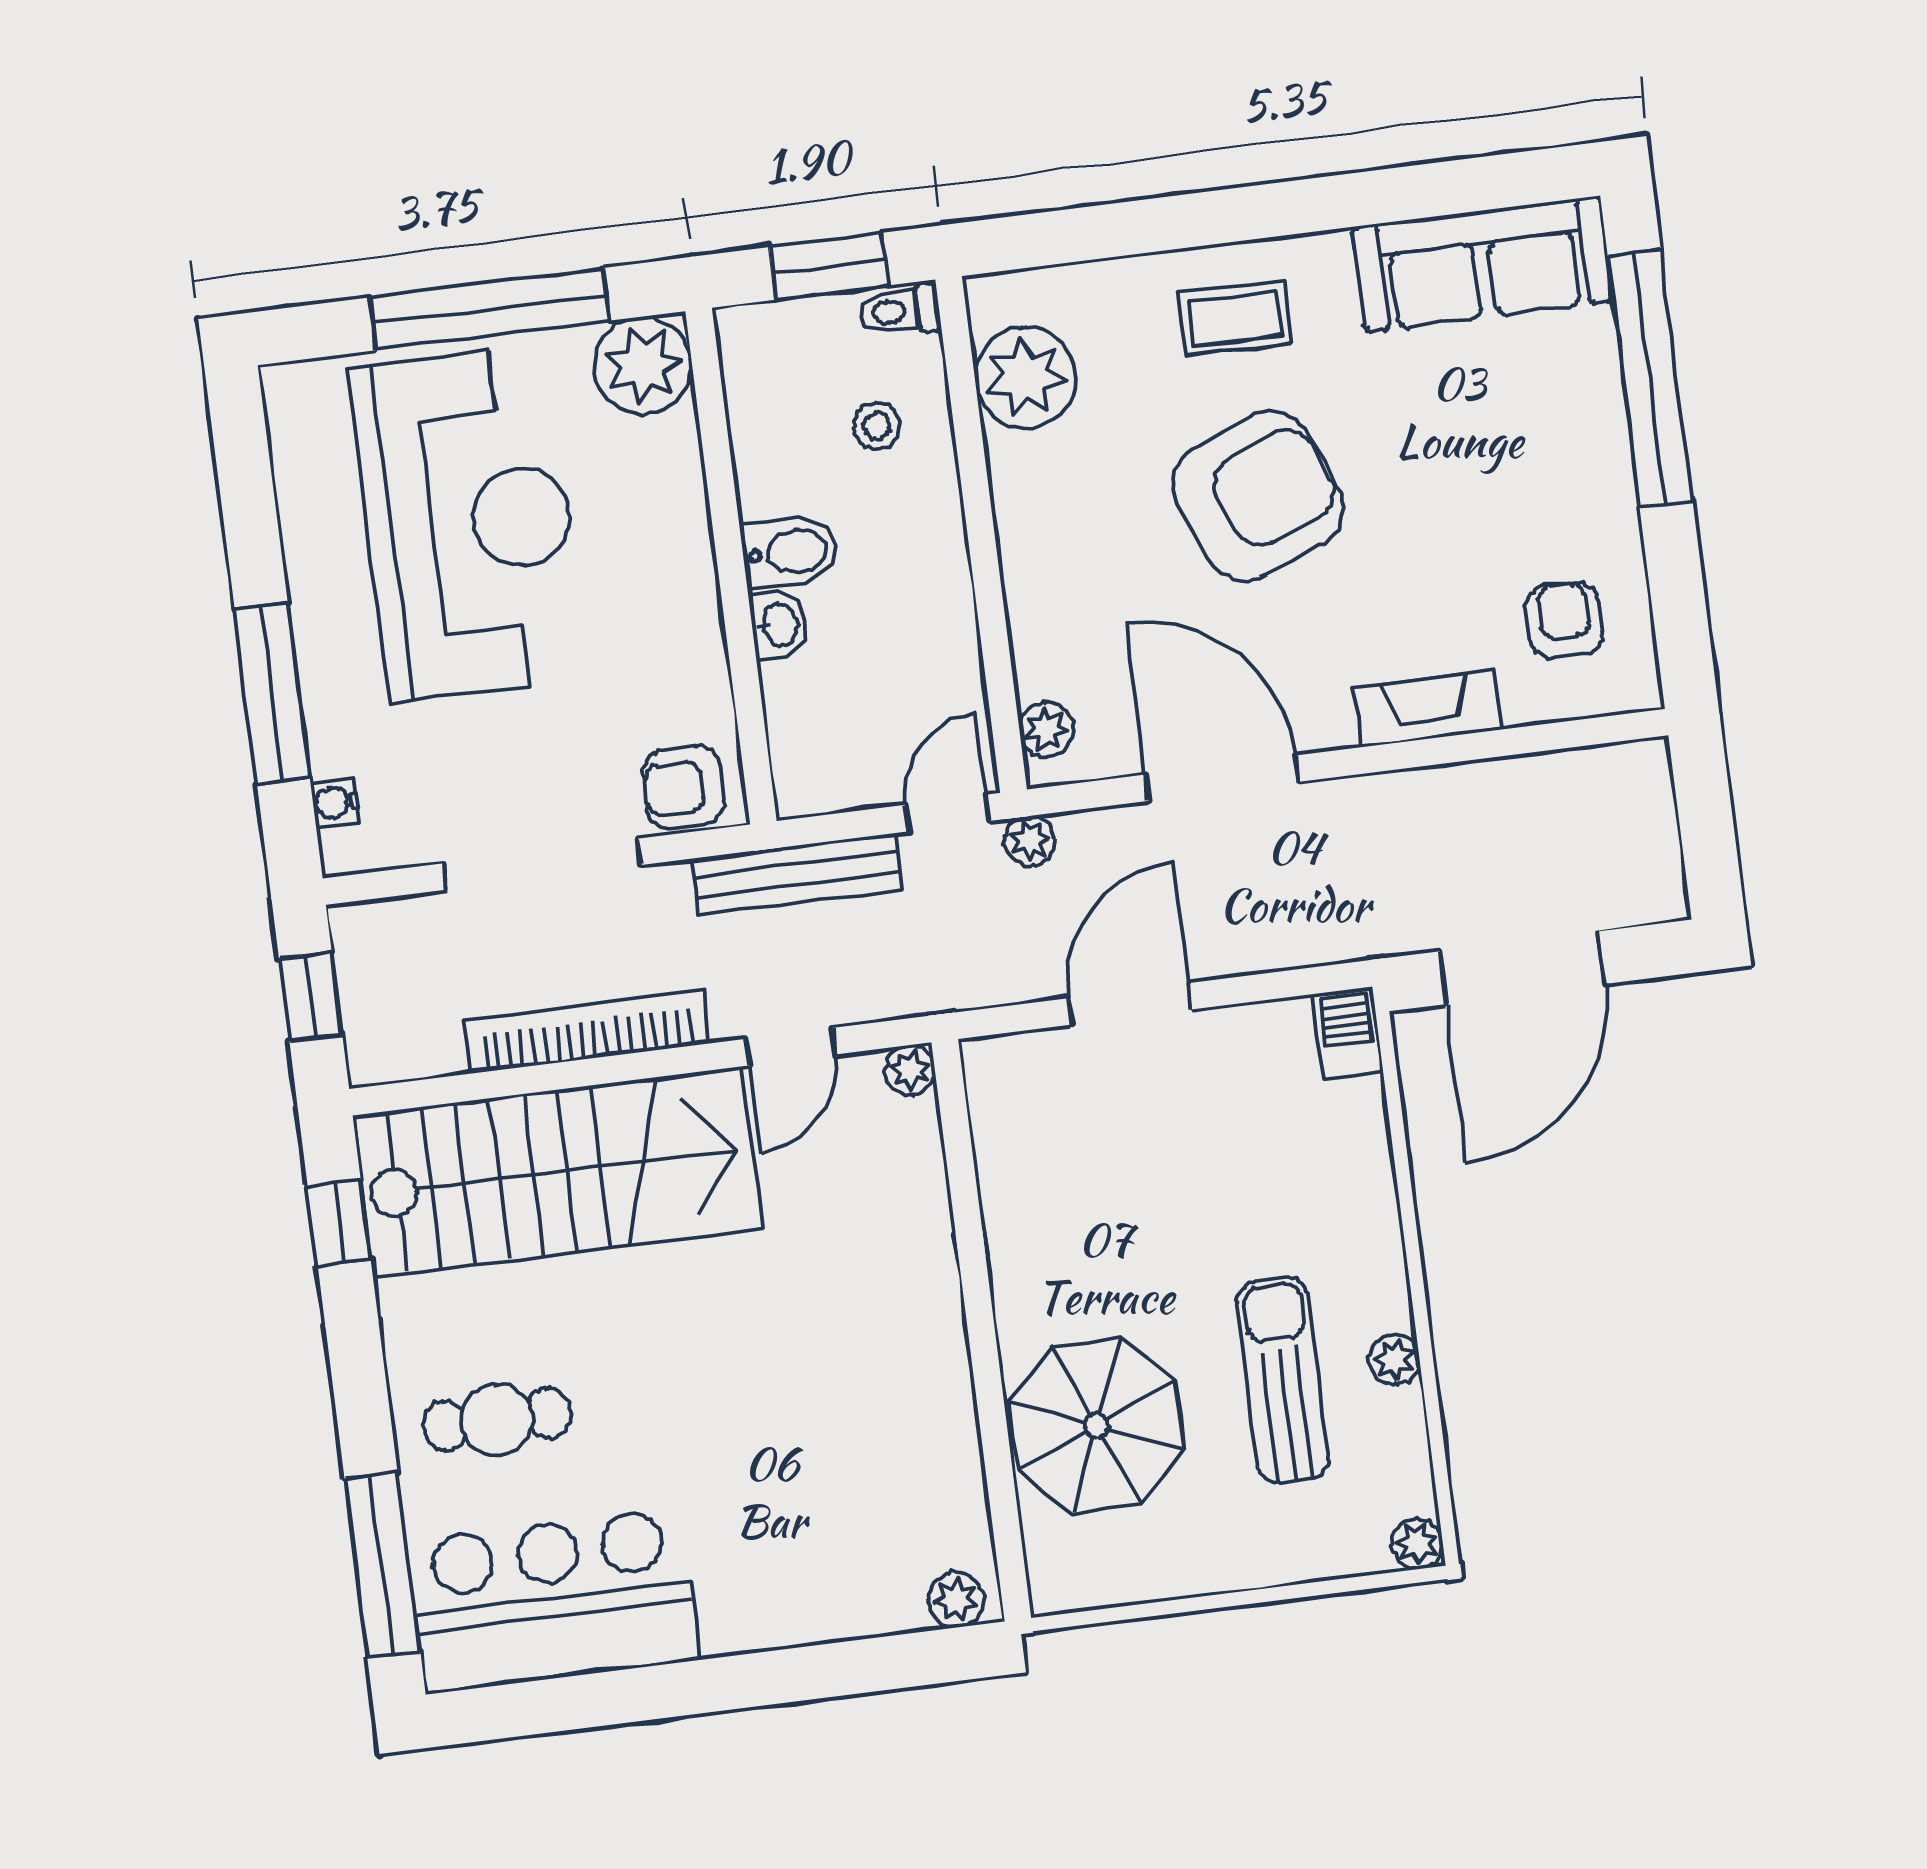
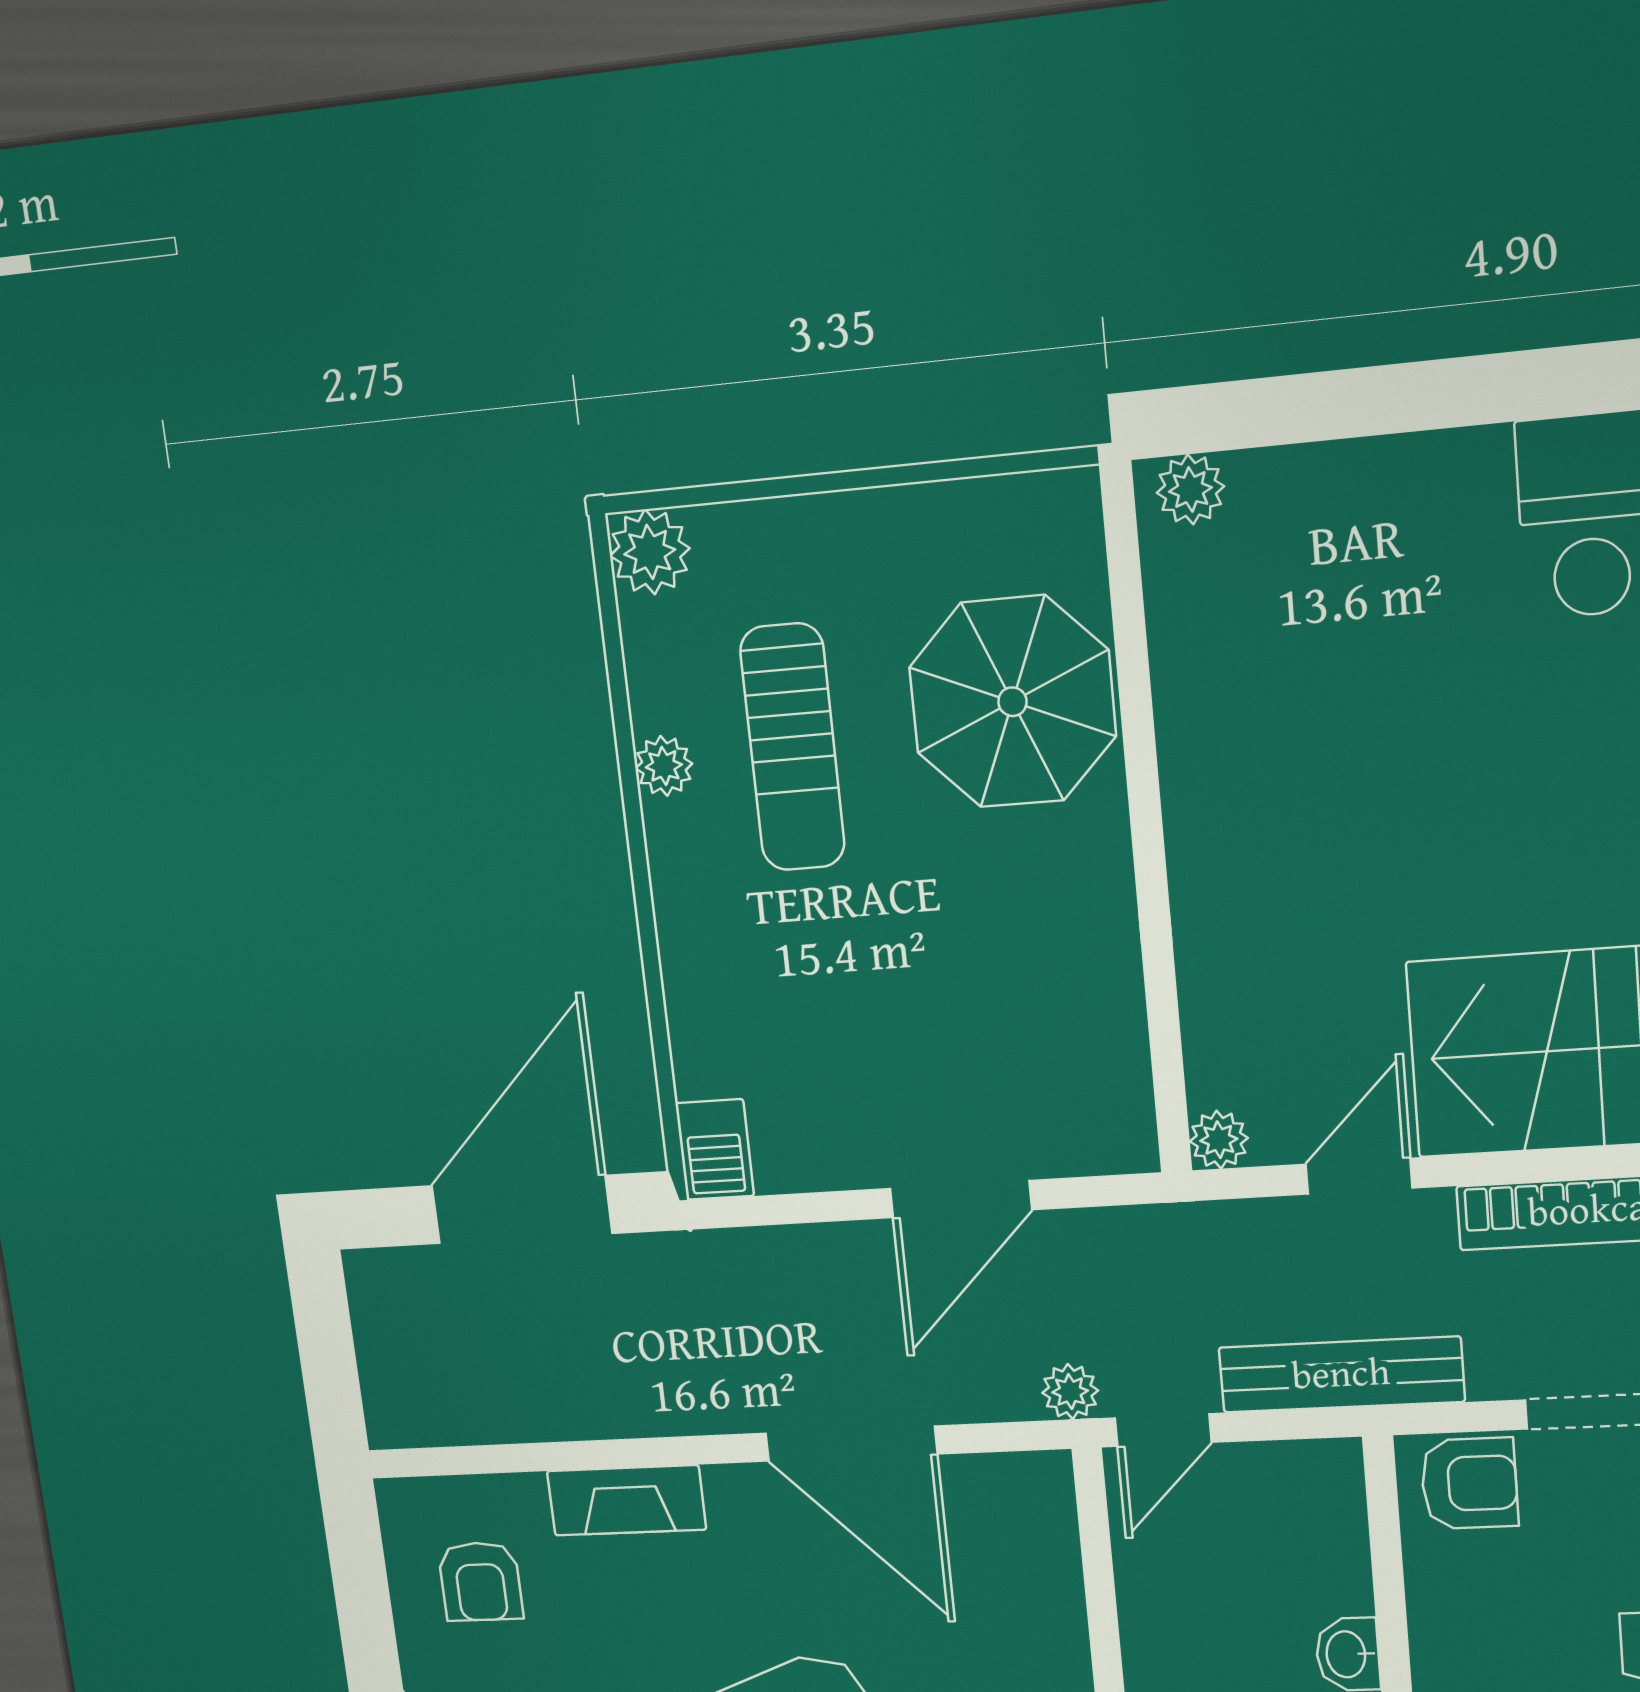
plant: (1047, 730) -> (1047, 1513), removed
plant: (1417, 1544) -> (650, 552), width x1.38, depth x1.38

